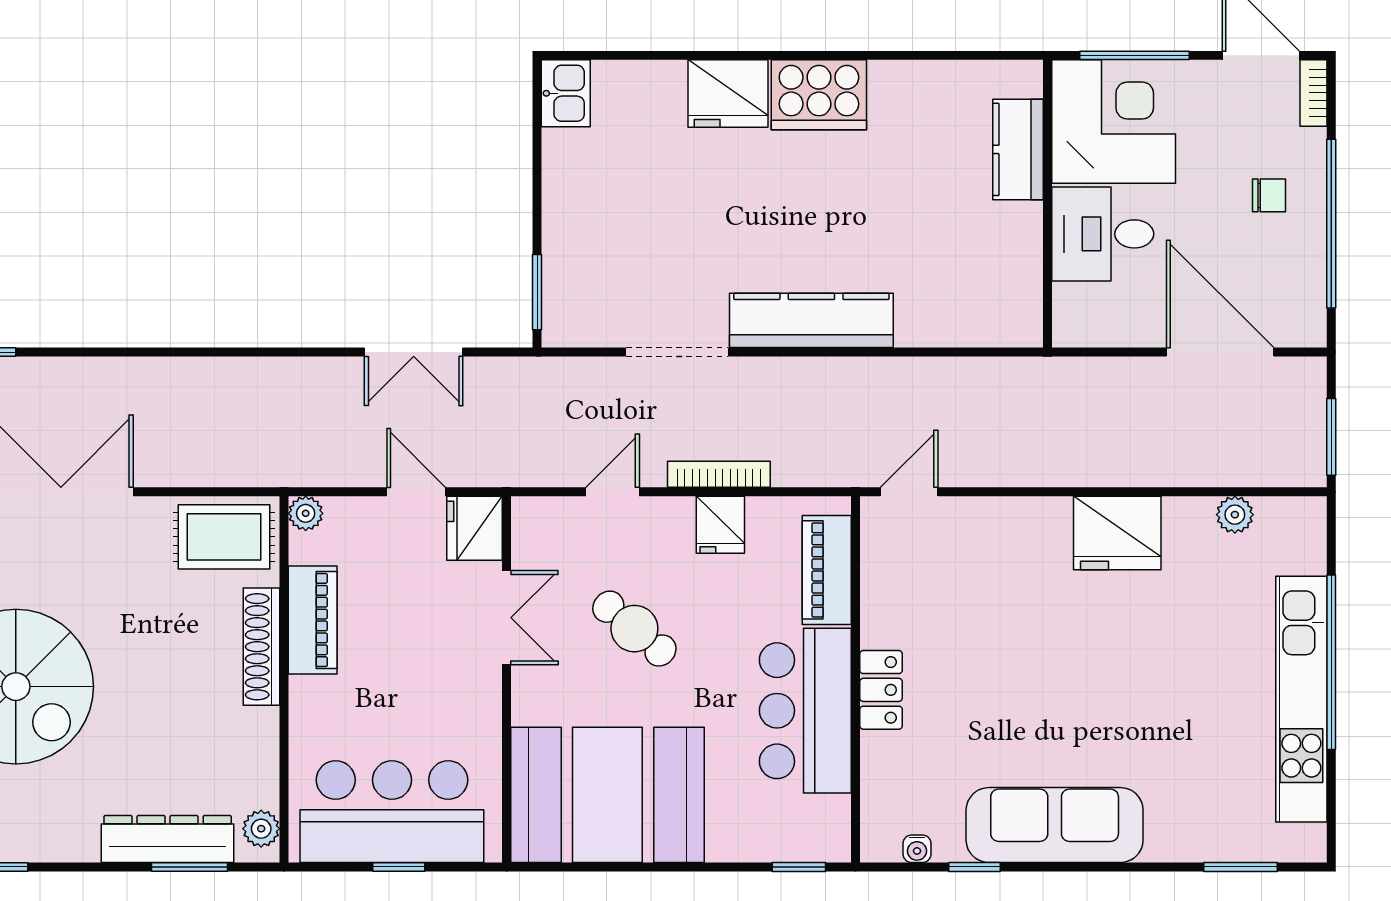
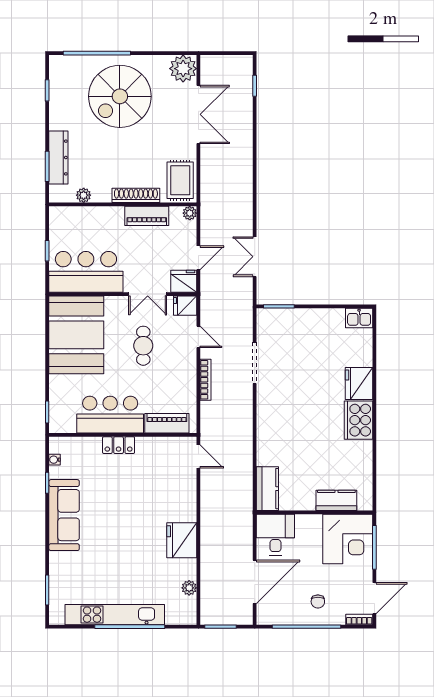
desk: (1103, 234) -> (275, 535), moved
kitchen counter: (811, 320) -> (267, 489), moved, width x0.67
fridge: (720, 525) -> (185, 306), moved
cafe table: (634, 629) -> (143, 346), turned -40
bar counter: (392, 812) -> (86, 272), moved, turned -90
plant: (261, 829) -> (84, 195), moved

